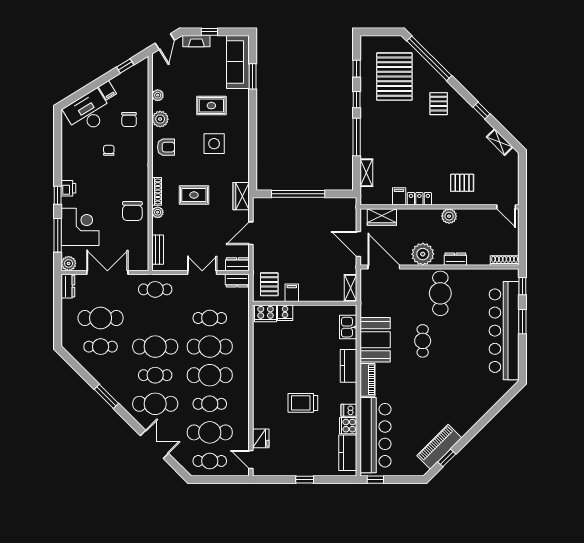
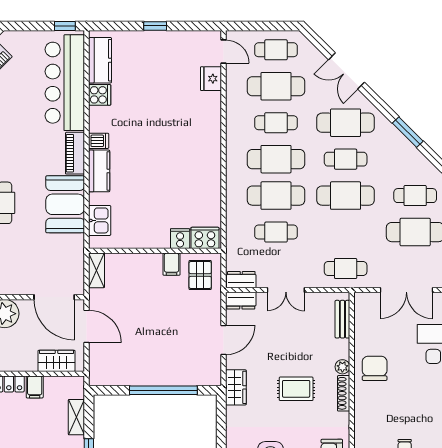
trolley: (303, 403) -> (157, 124), removed
dishwasher: (349, 410) -> (99, 141), moved

